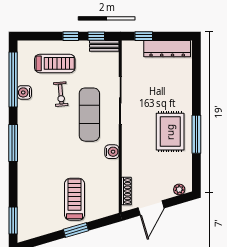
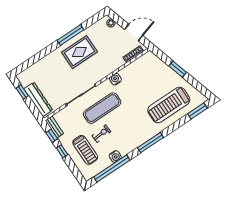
window: (144, 36) -> (22, 92), moved
dresser: (167, 49) -> (38, 99), moved
treadmill: (55, 63) -> (85, 150), turned 180
treadmill: (75, 199) -> (169, 105), moved, width x1.37, depth x1.37

